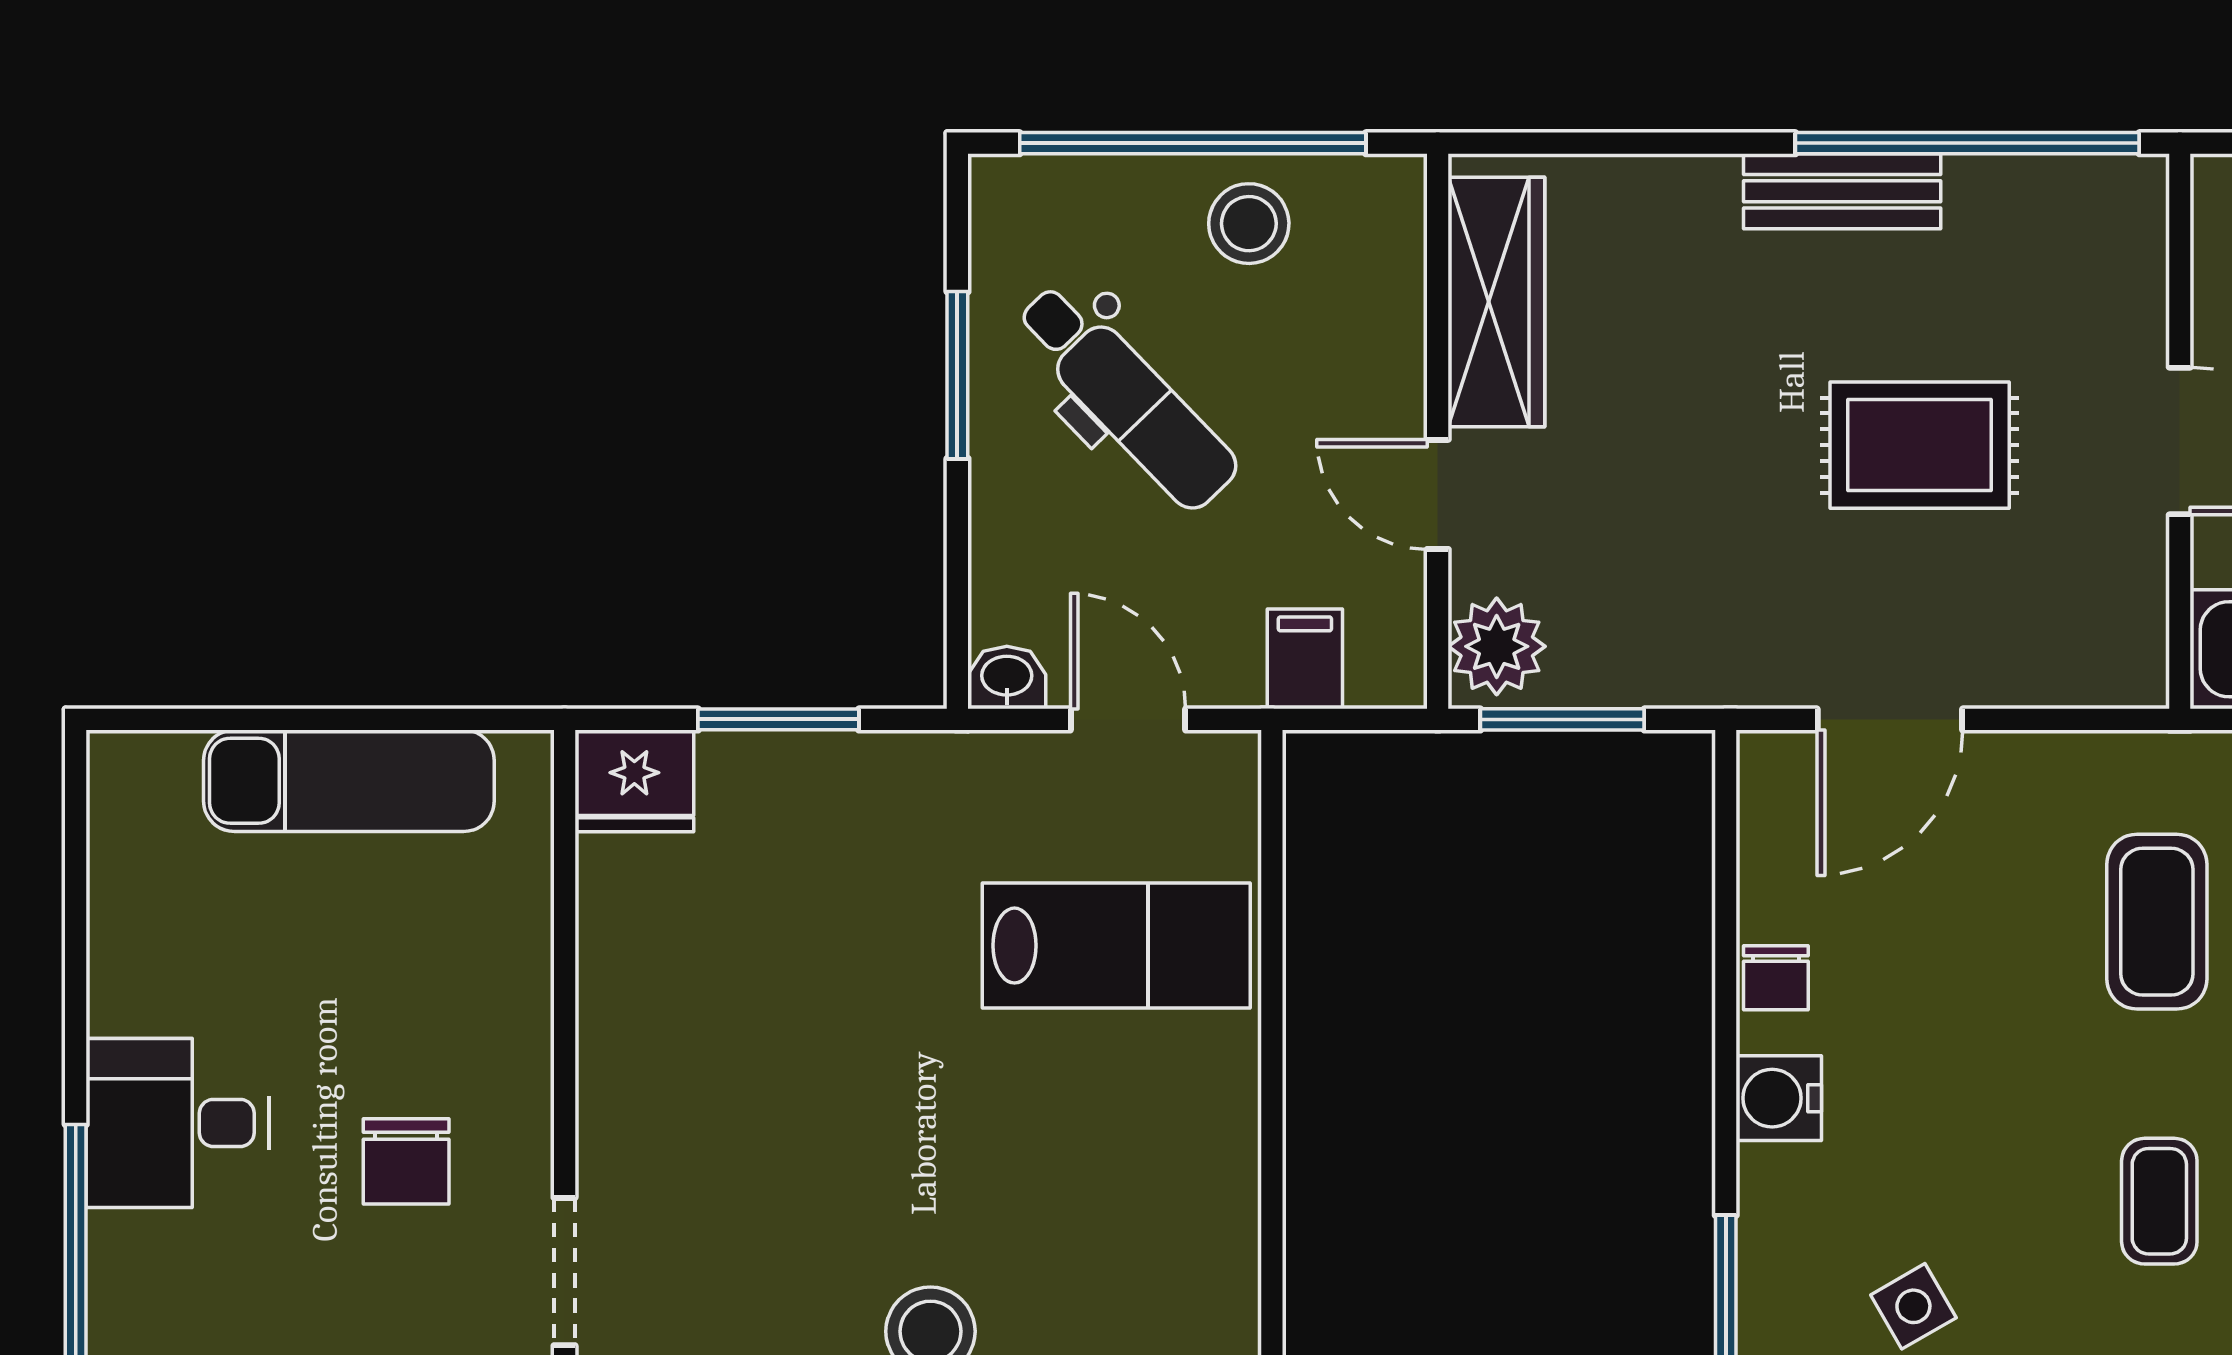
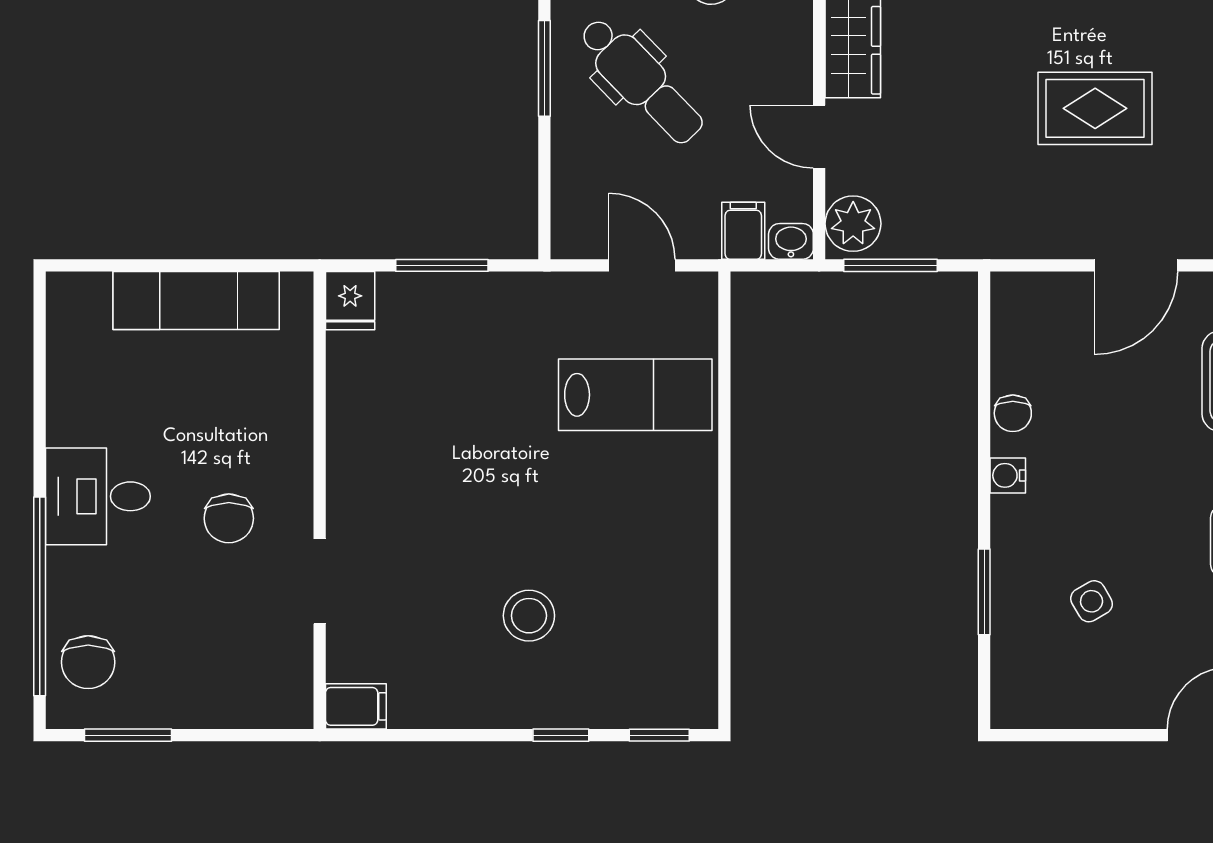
washbasin: (1007, 677) -> (791, 241), moved
door: (1890, 719) -> (1136, 265), moved
fridge: (634, 781) -> (350, 301), width x0.72
water cooler: (1779, 1098) -> (1008, 475), width x0.72, depth x0.72

